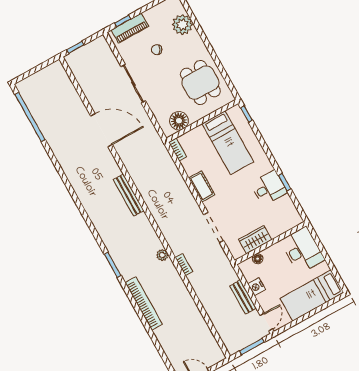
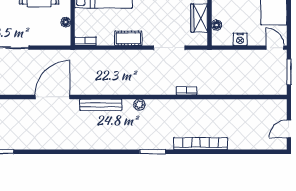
floor lamp: (179, 121) -> (66, 22), width x0.53, depth x0.53
door: (102, 130) -> (53, 97), moved
plant: (162, 255) -> (139, 105), moved
bench: (243, 297) -> (242, 56), removed

